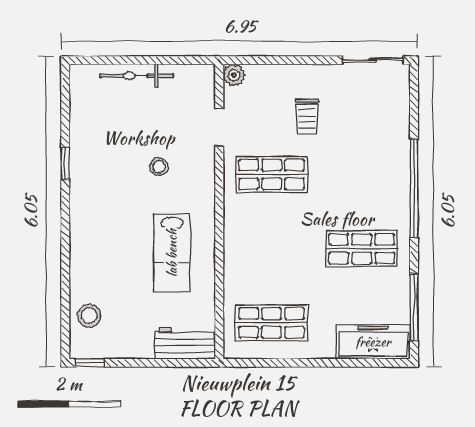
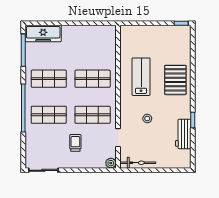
bicycle: (137, 76) -> (138, 163), moved
shop shelf: (362, 174) -> (49, 115), added
pallet: (101, 246) -> (175, 80), added
stool: (89, 316) -> (181, 46), removed
shop shelf: (272, 323) -> (93, 79), moved
workbench: (185, 343) -> (183, 134), moved, turned 90

